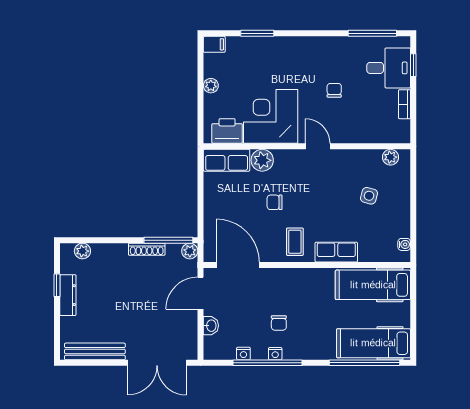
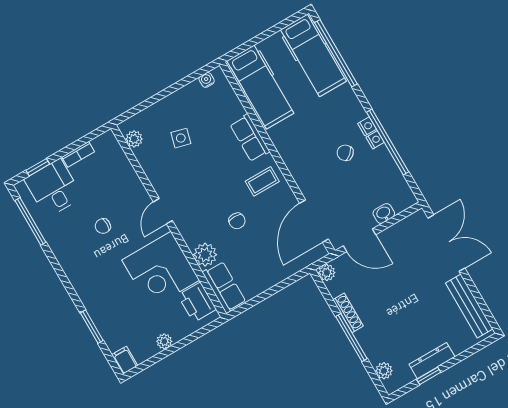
window: (168, 240) -> (351, 338), moved
chair: (279, 323) -> (345, 153), turned -131
nightstand: (243, 354) -> (367, 126), moved

